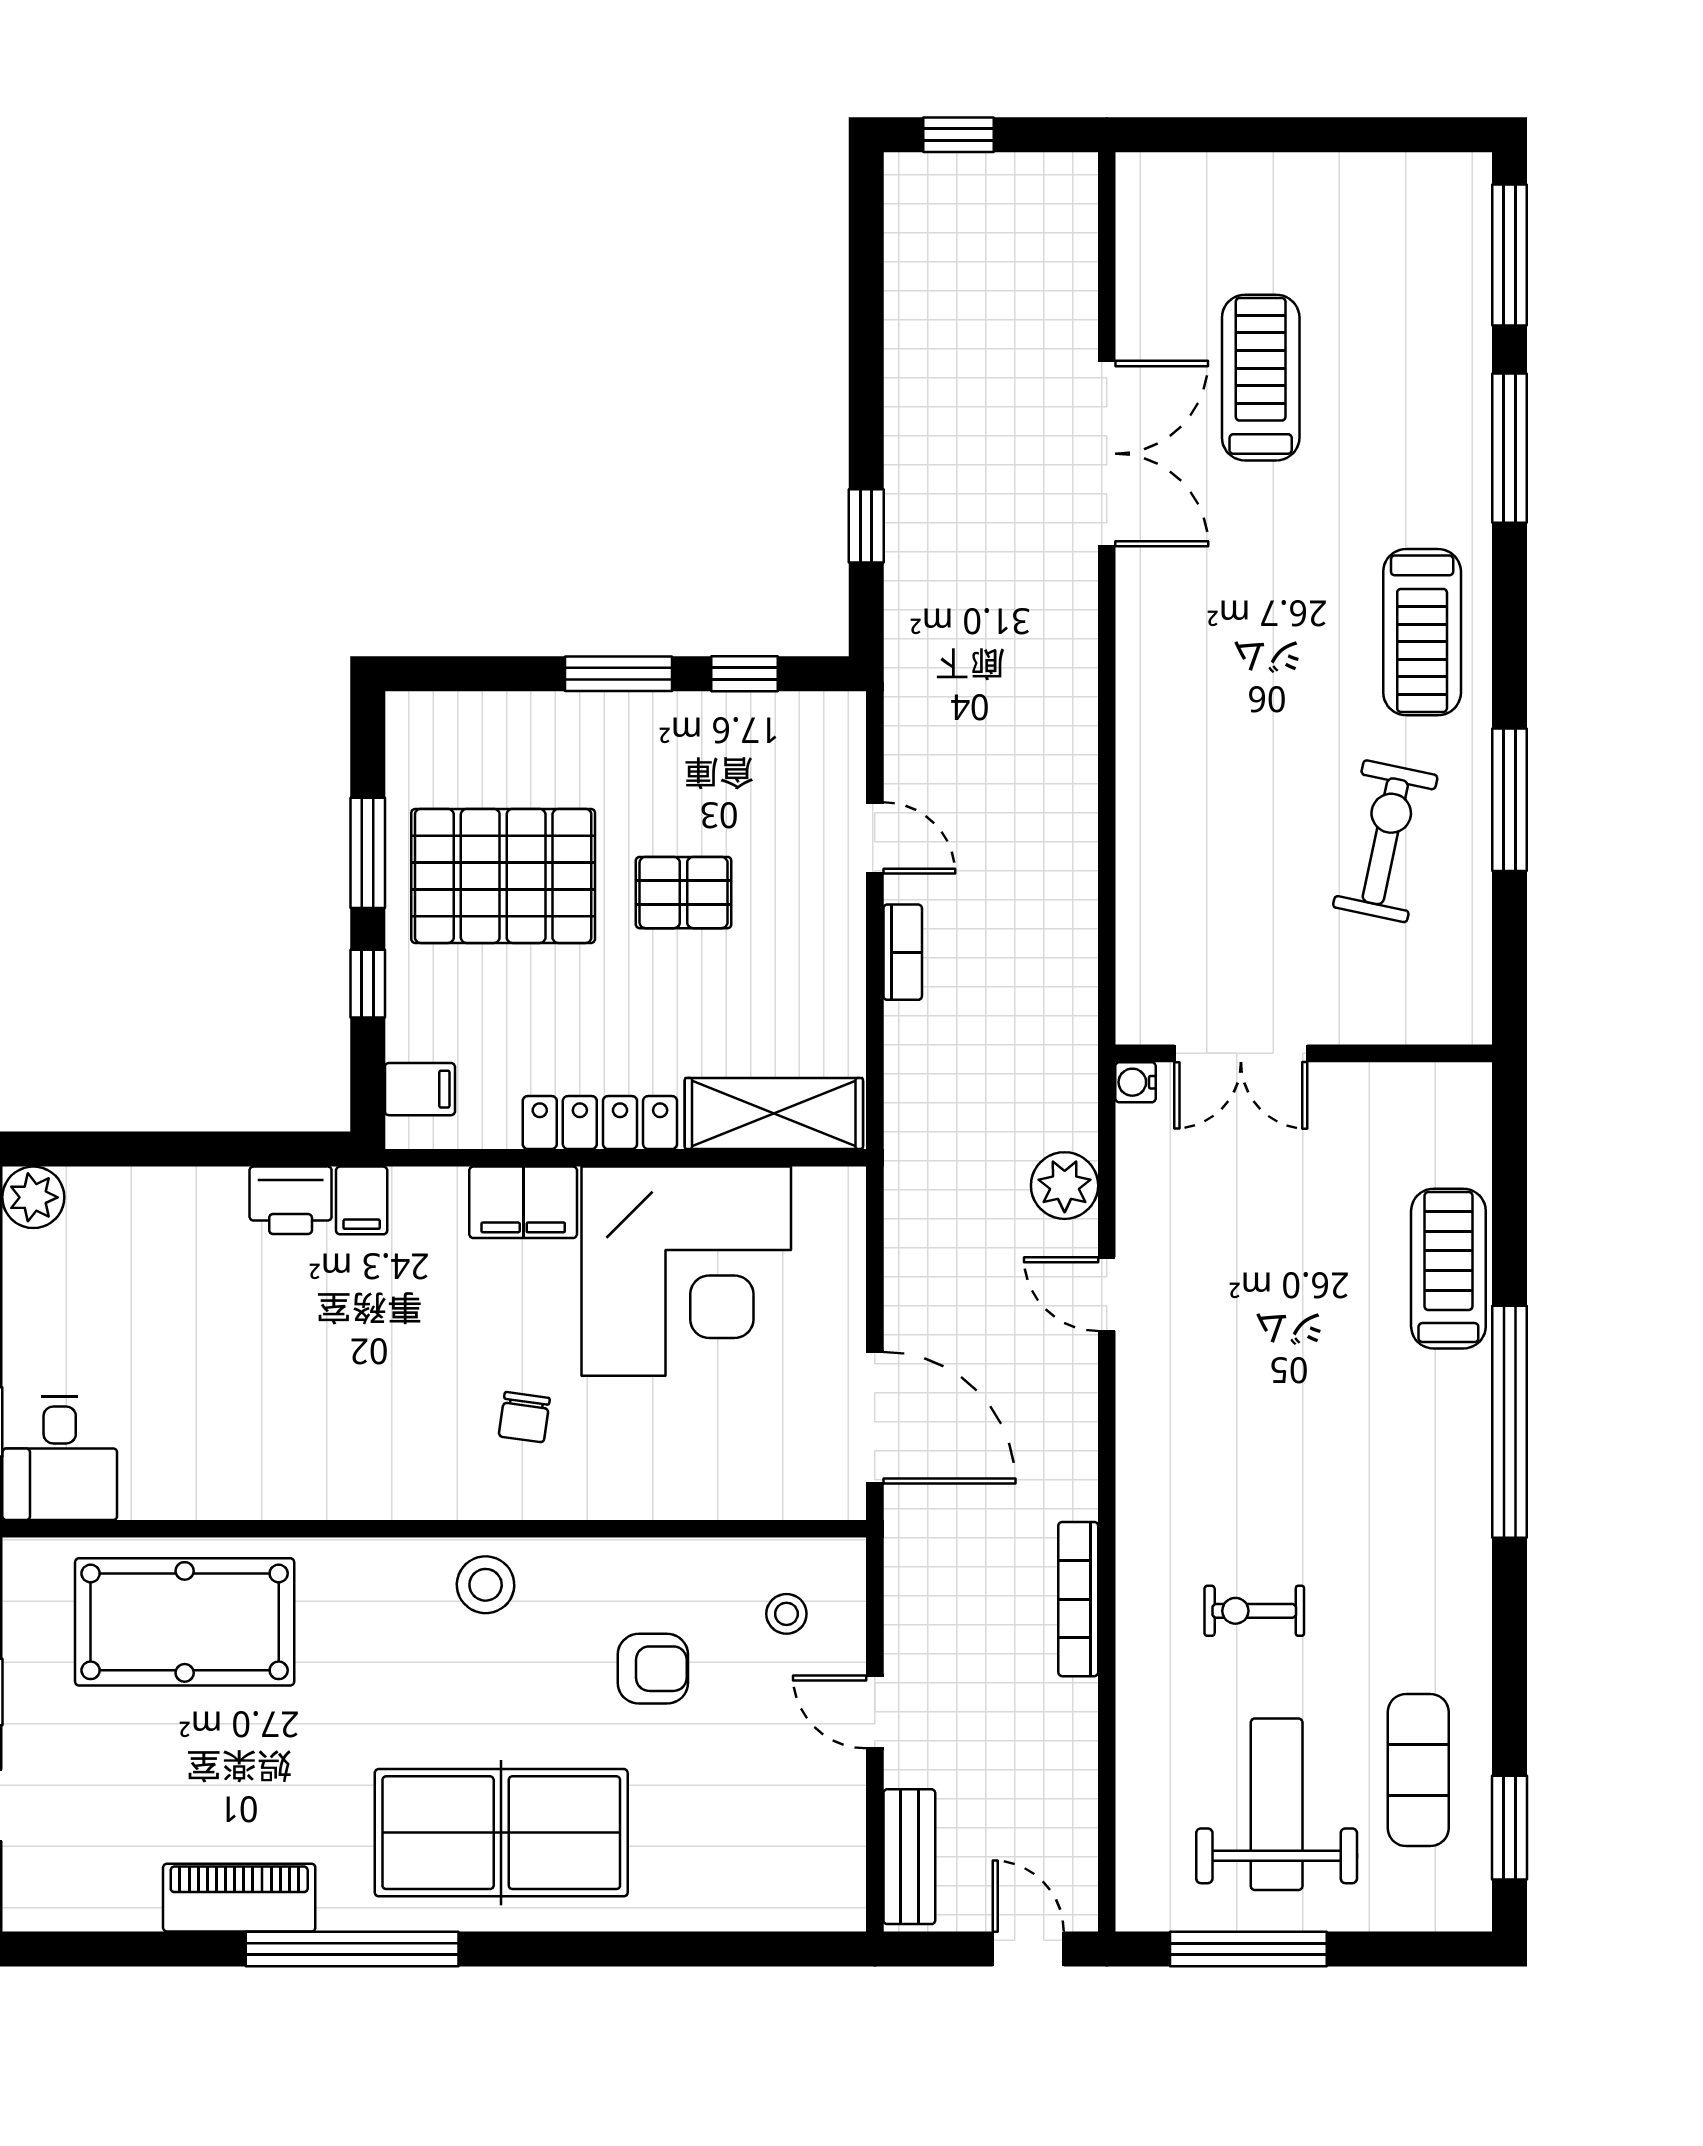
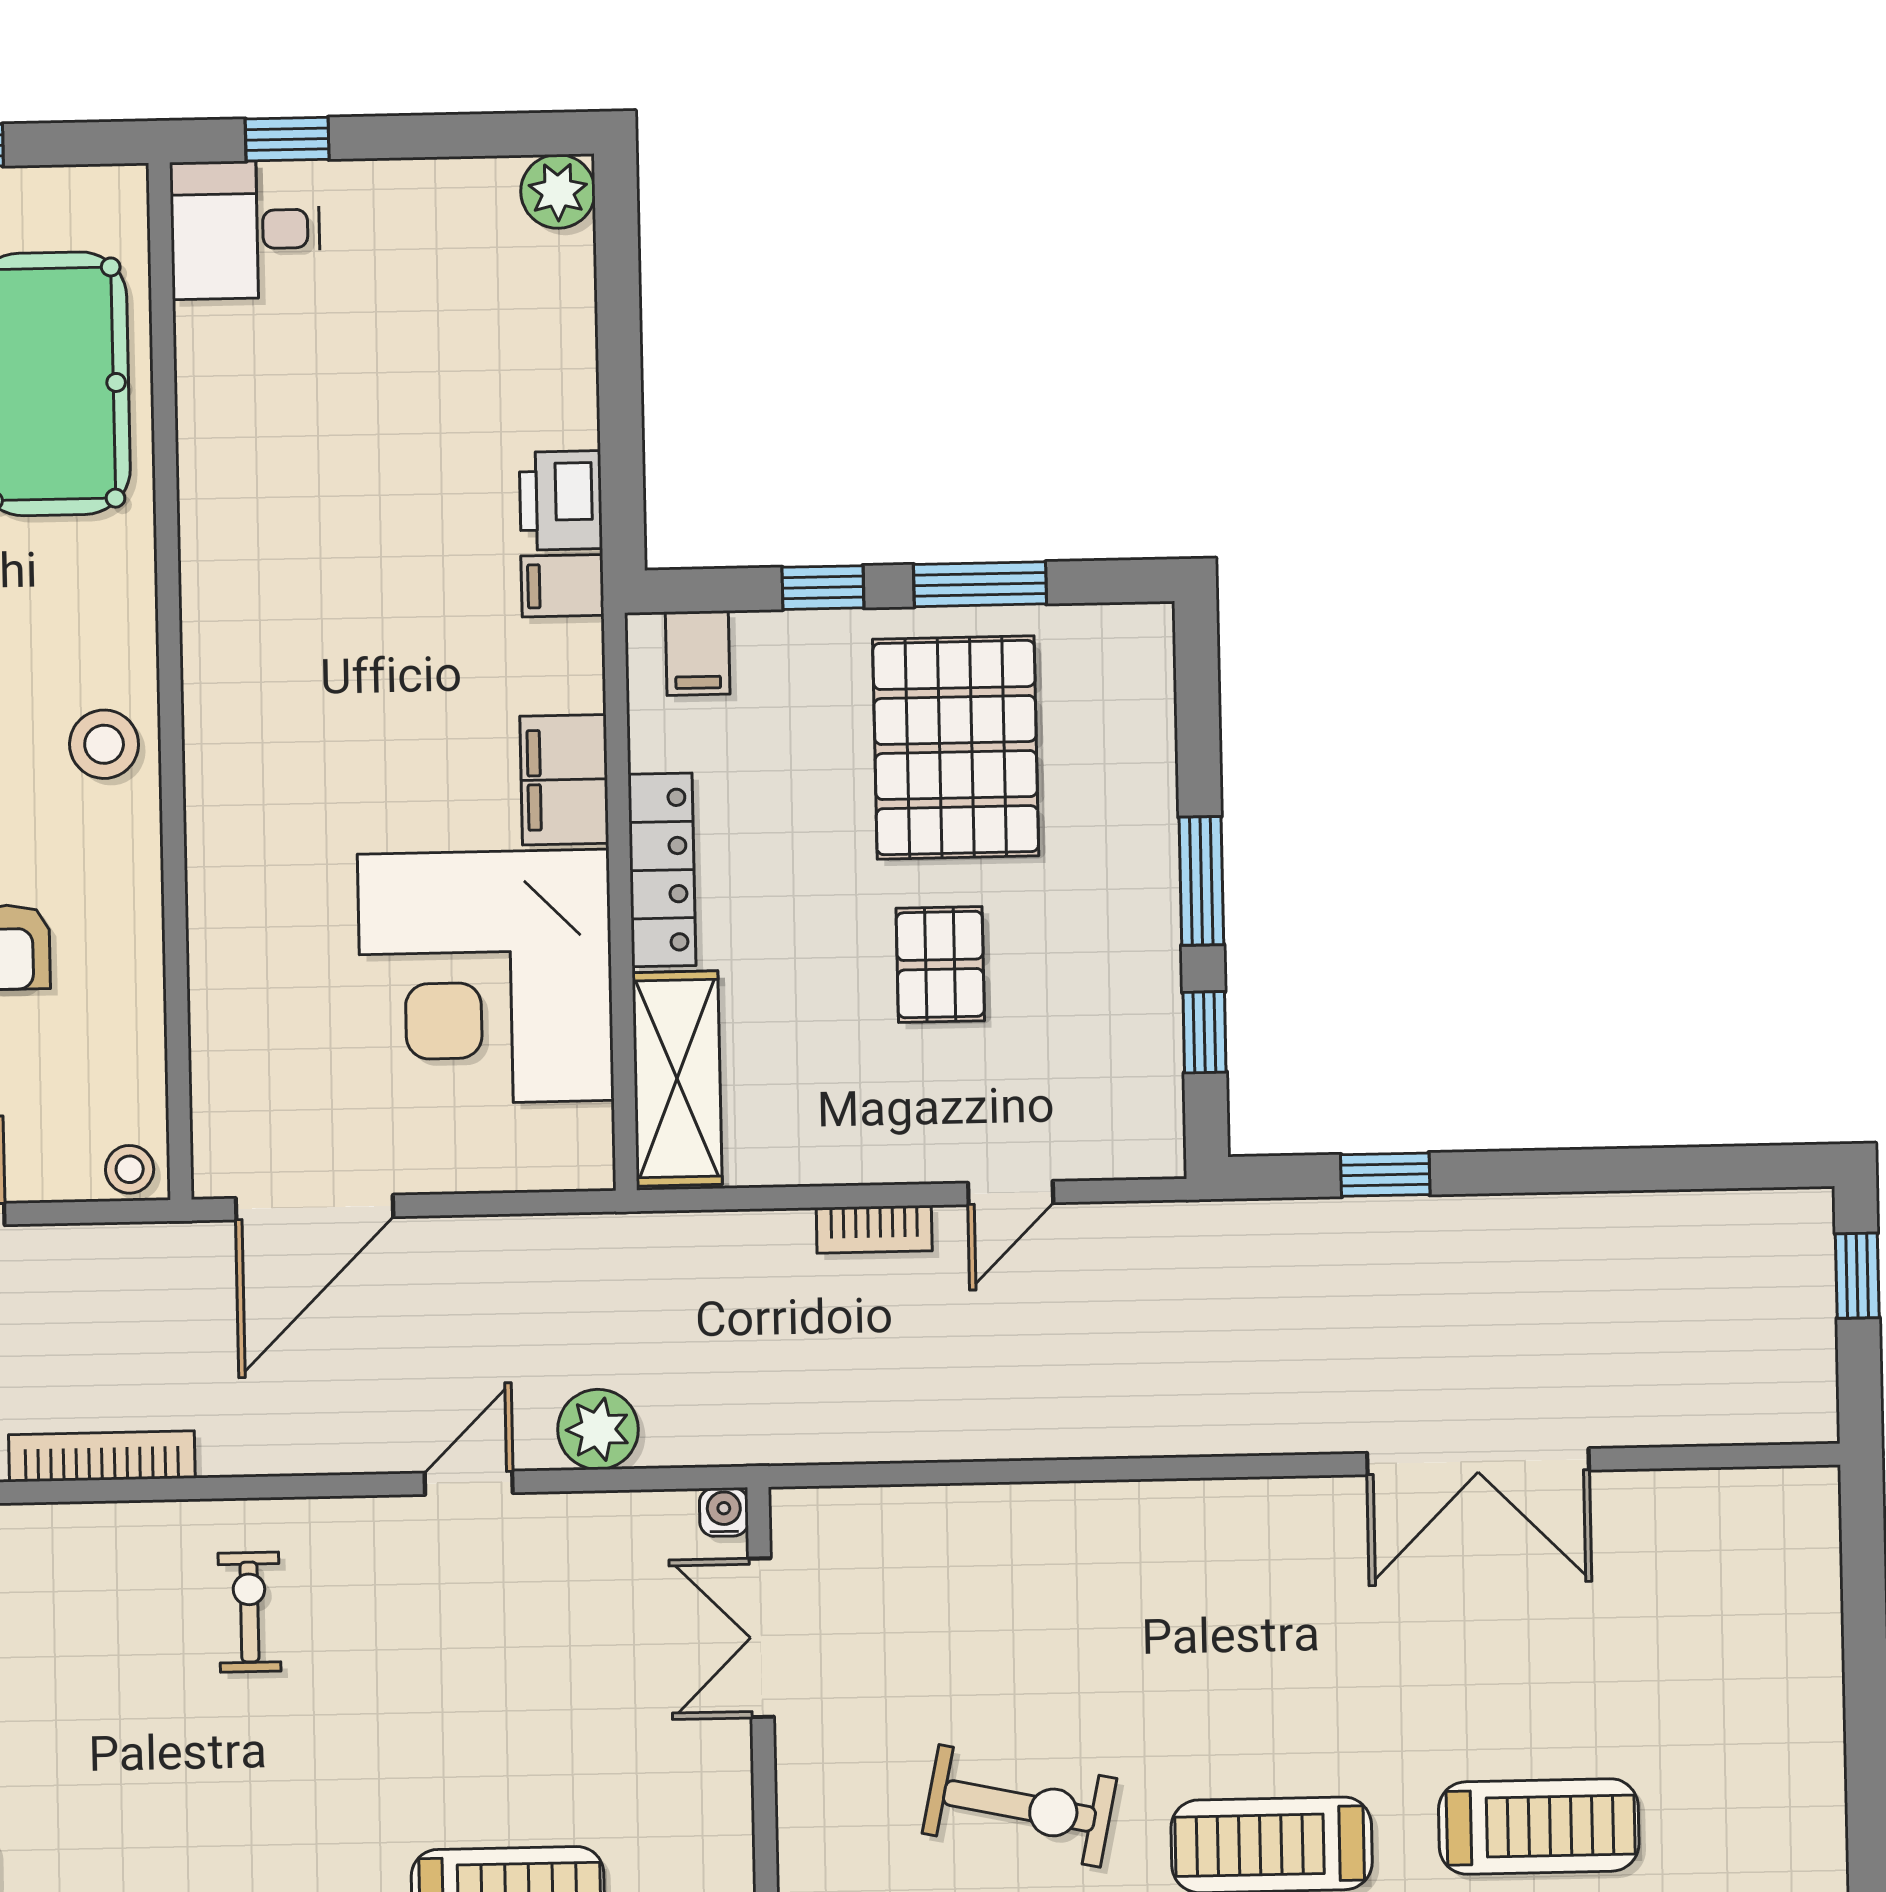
treadmill: (1261, 378) -> (1539, 1826), moved
chair: (524, 1417) -> (306, 787), removed
exercise bike: (1254, 1611) -> (249, 1612), moved
stool: (786, 1614) -> (130, 1169), moved

